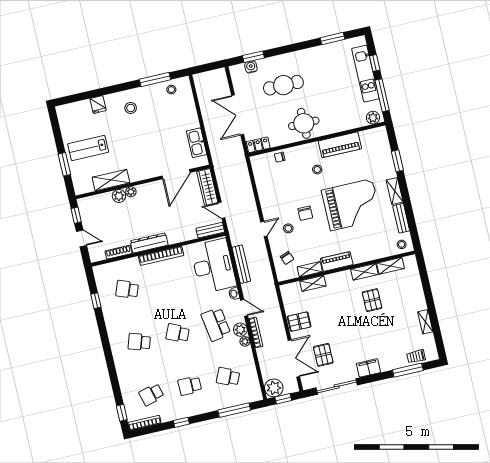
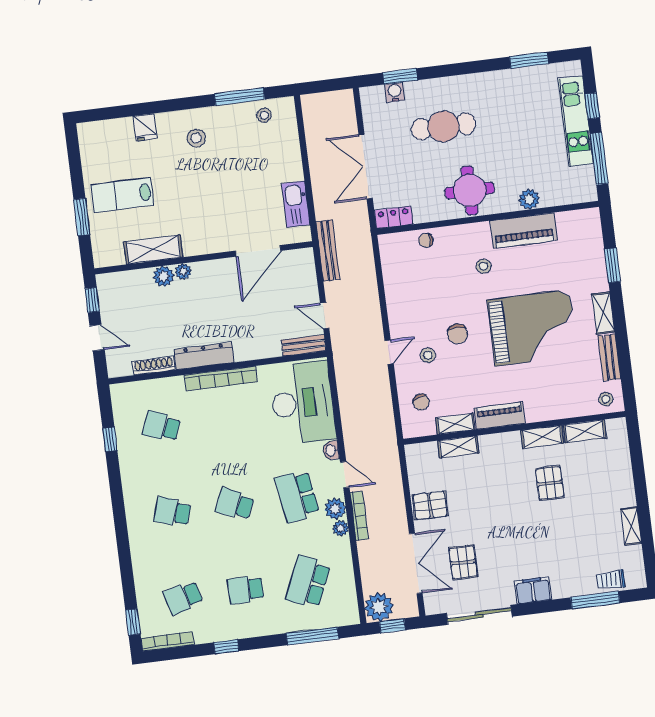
plant: (373, 118) -> (529, 199), moved
wardrobe: (207, 187) -> (306, 276), removed
bench: (241, 264) -> (328, 250), moved
school desk: (228, 377) -> (308, 582), width x1.85

